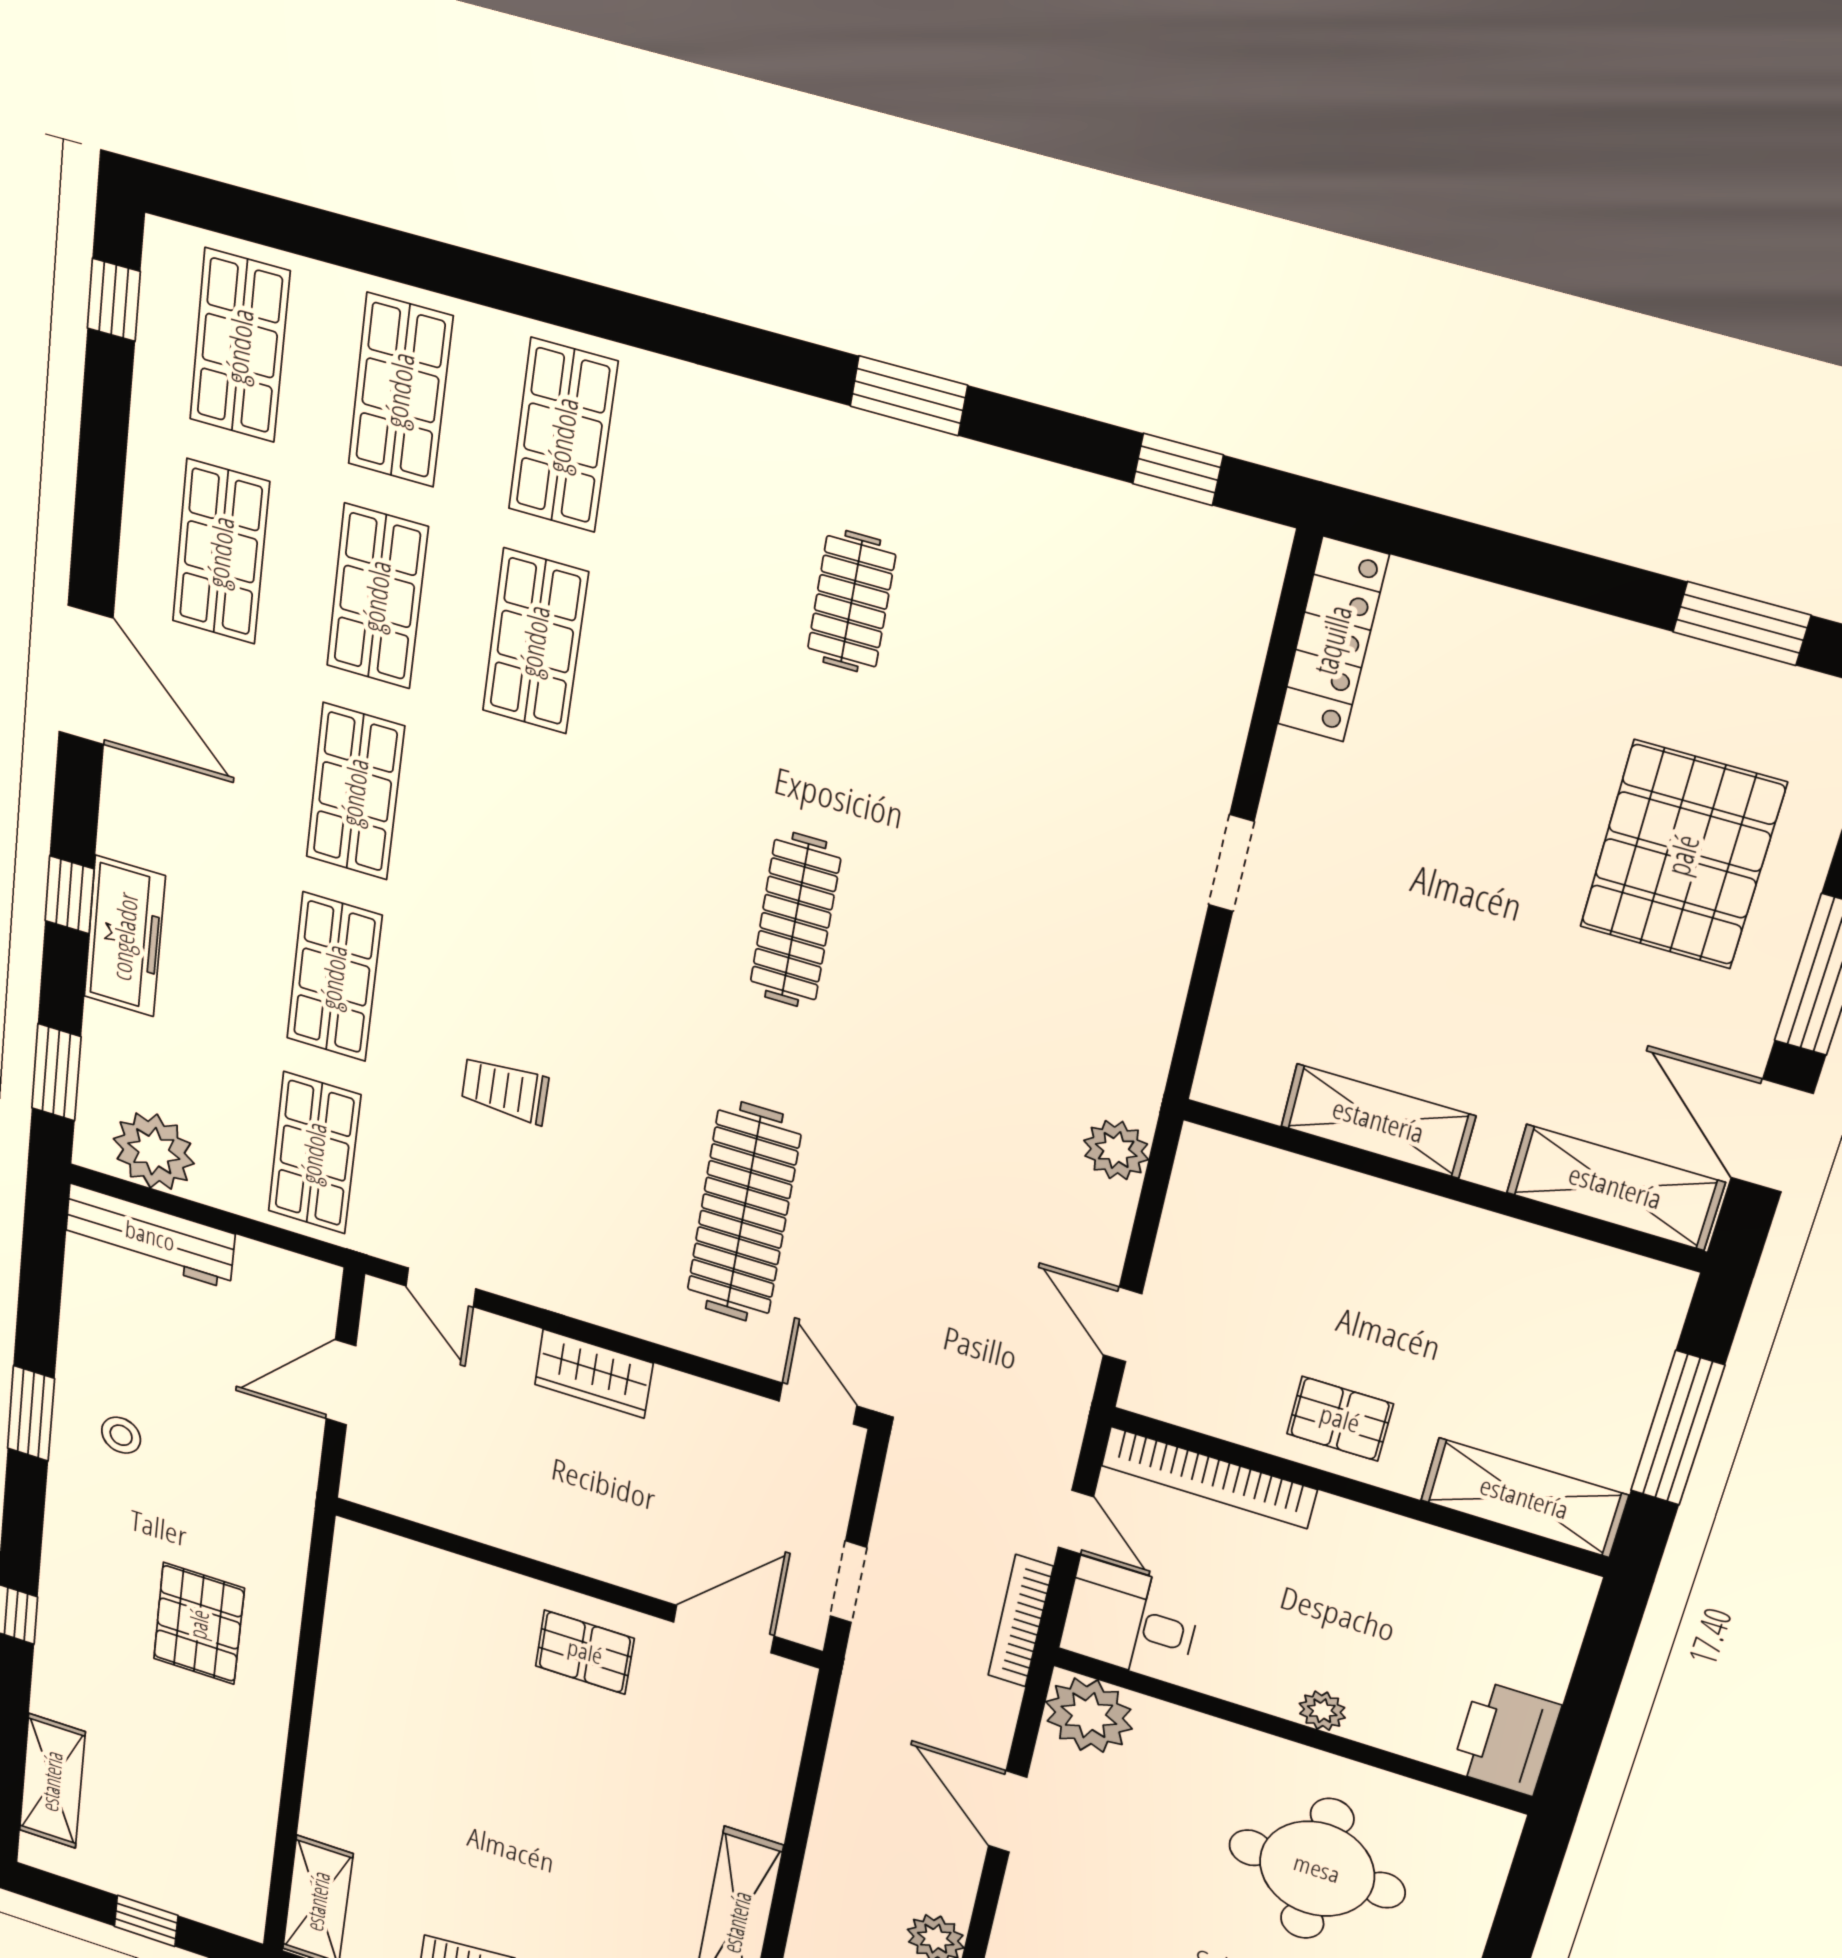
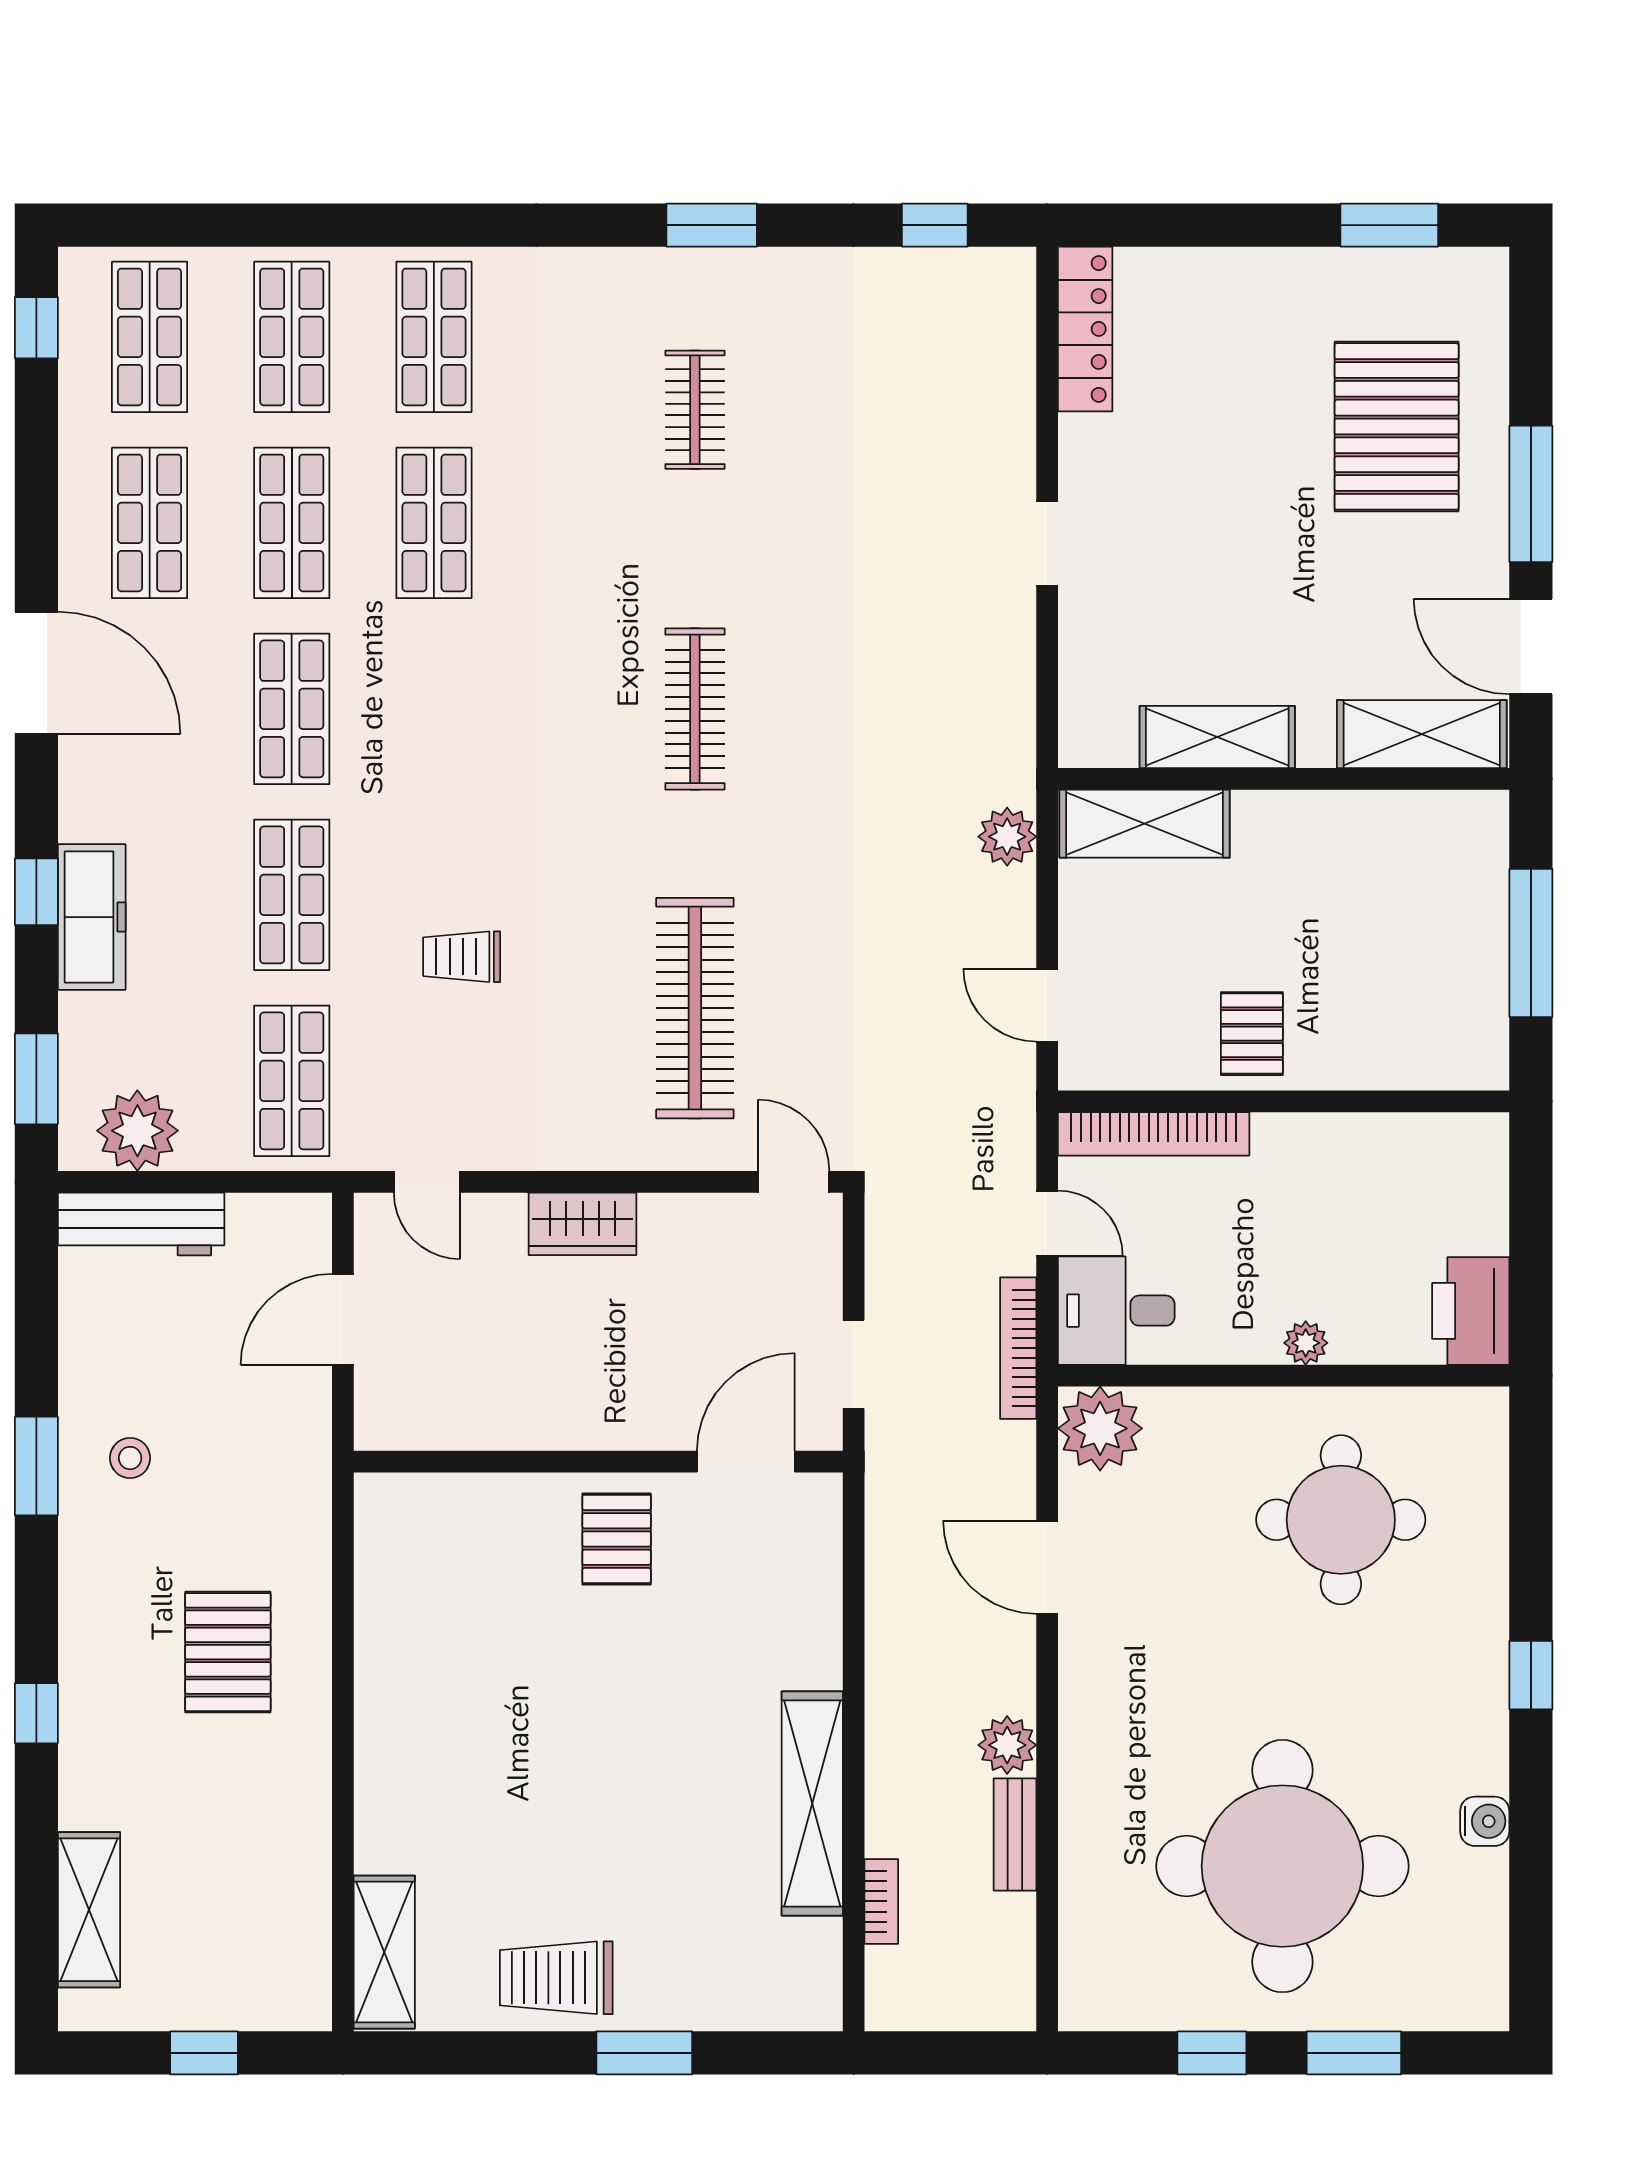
pallet: (1340, 1419) -> (1252, 1034), turned 90
shelving: (1524, 1498) -> (1145, 824), moved
pallet: (585, 1652) -> (617, 1539), turned 90

